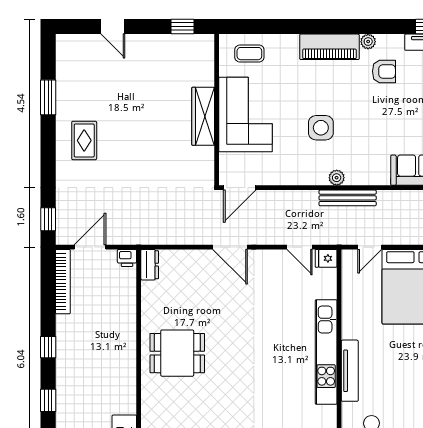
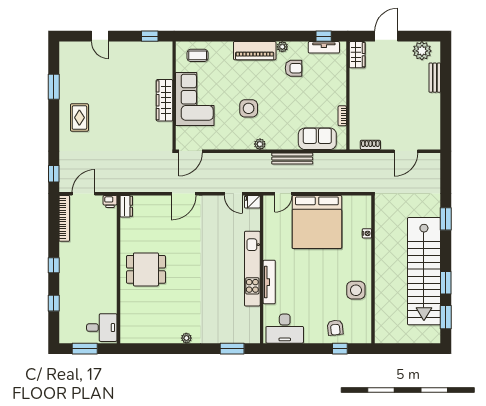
bench: (348, 198) -> (292, 159), moved
door: (230, 247) -> (184, 194), hinge flipped

